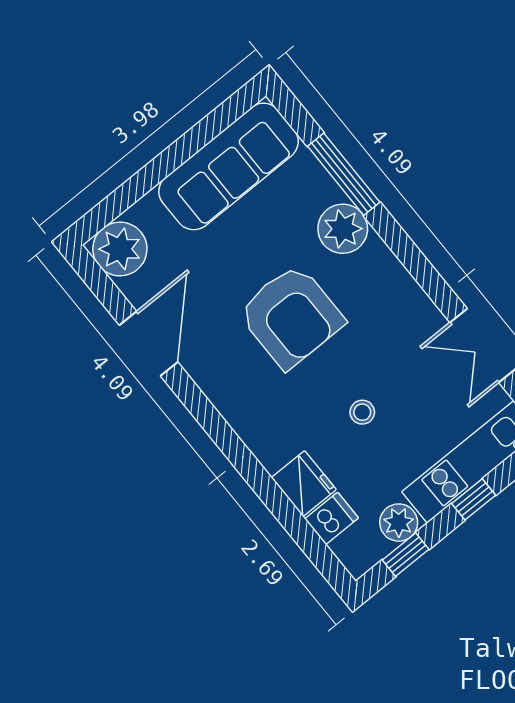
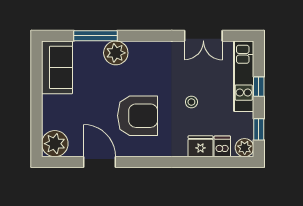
sofa: (229, 166) -> (57, 67), width x0.73
armchair: (291, 316) -> (138, 116), moved
plant: (399, 523) -> (245, 148), moved

